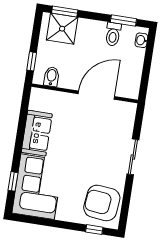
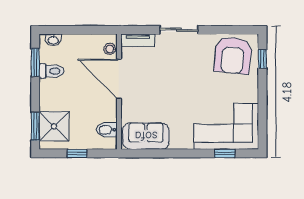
window: (32, 61) -> (77, 153), moved
stool: (125, 91) -> (110, 49), added
tv unit: (129, 118) -> (138, 40), added
sofa: (37, 133) -> (146, 136), moved

